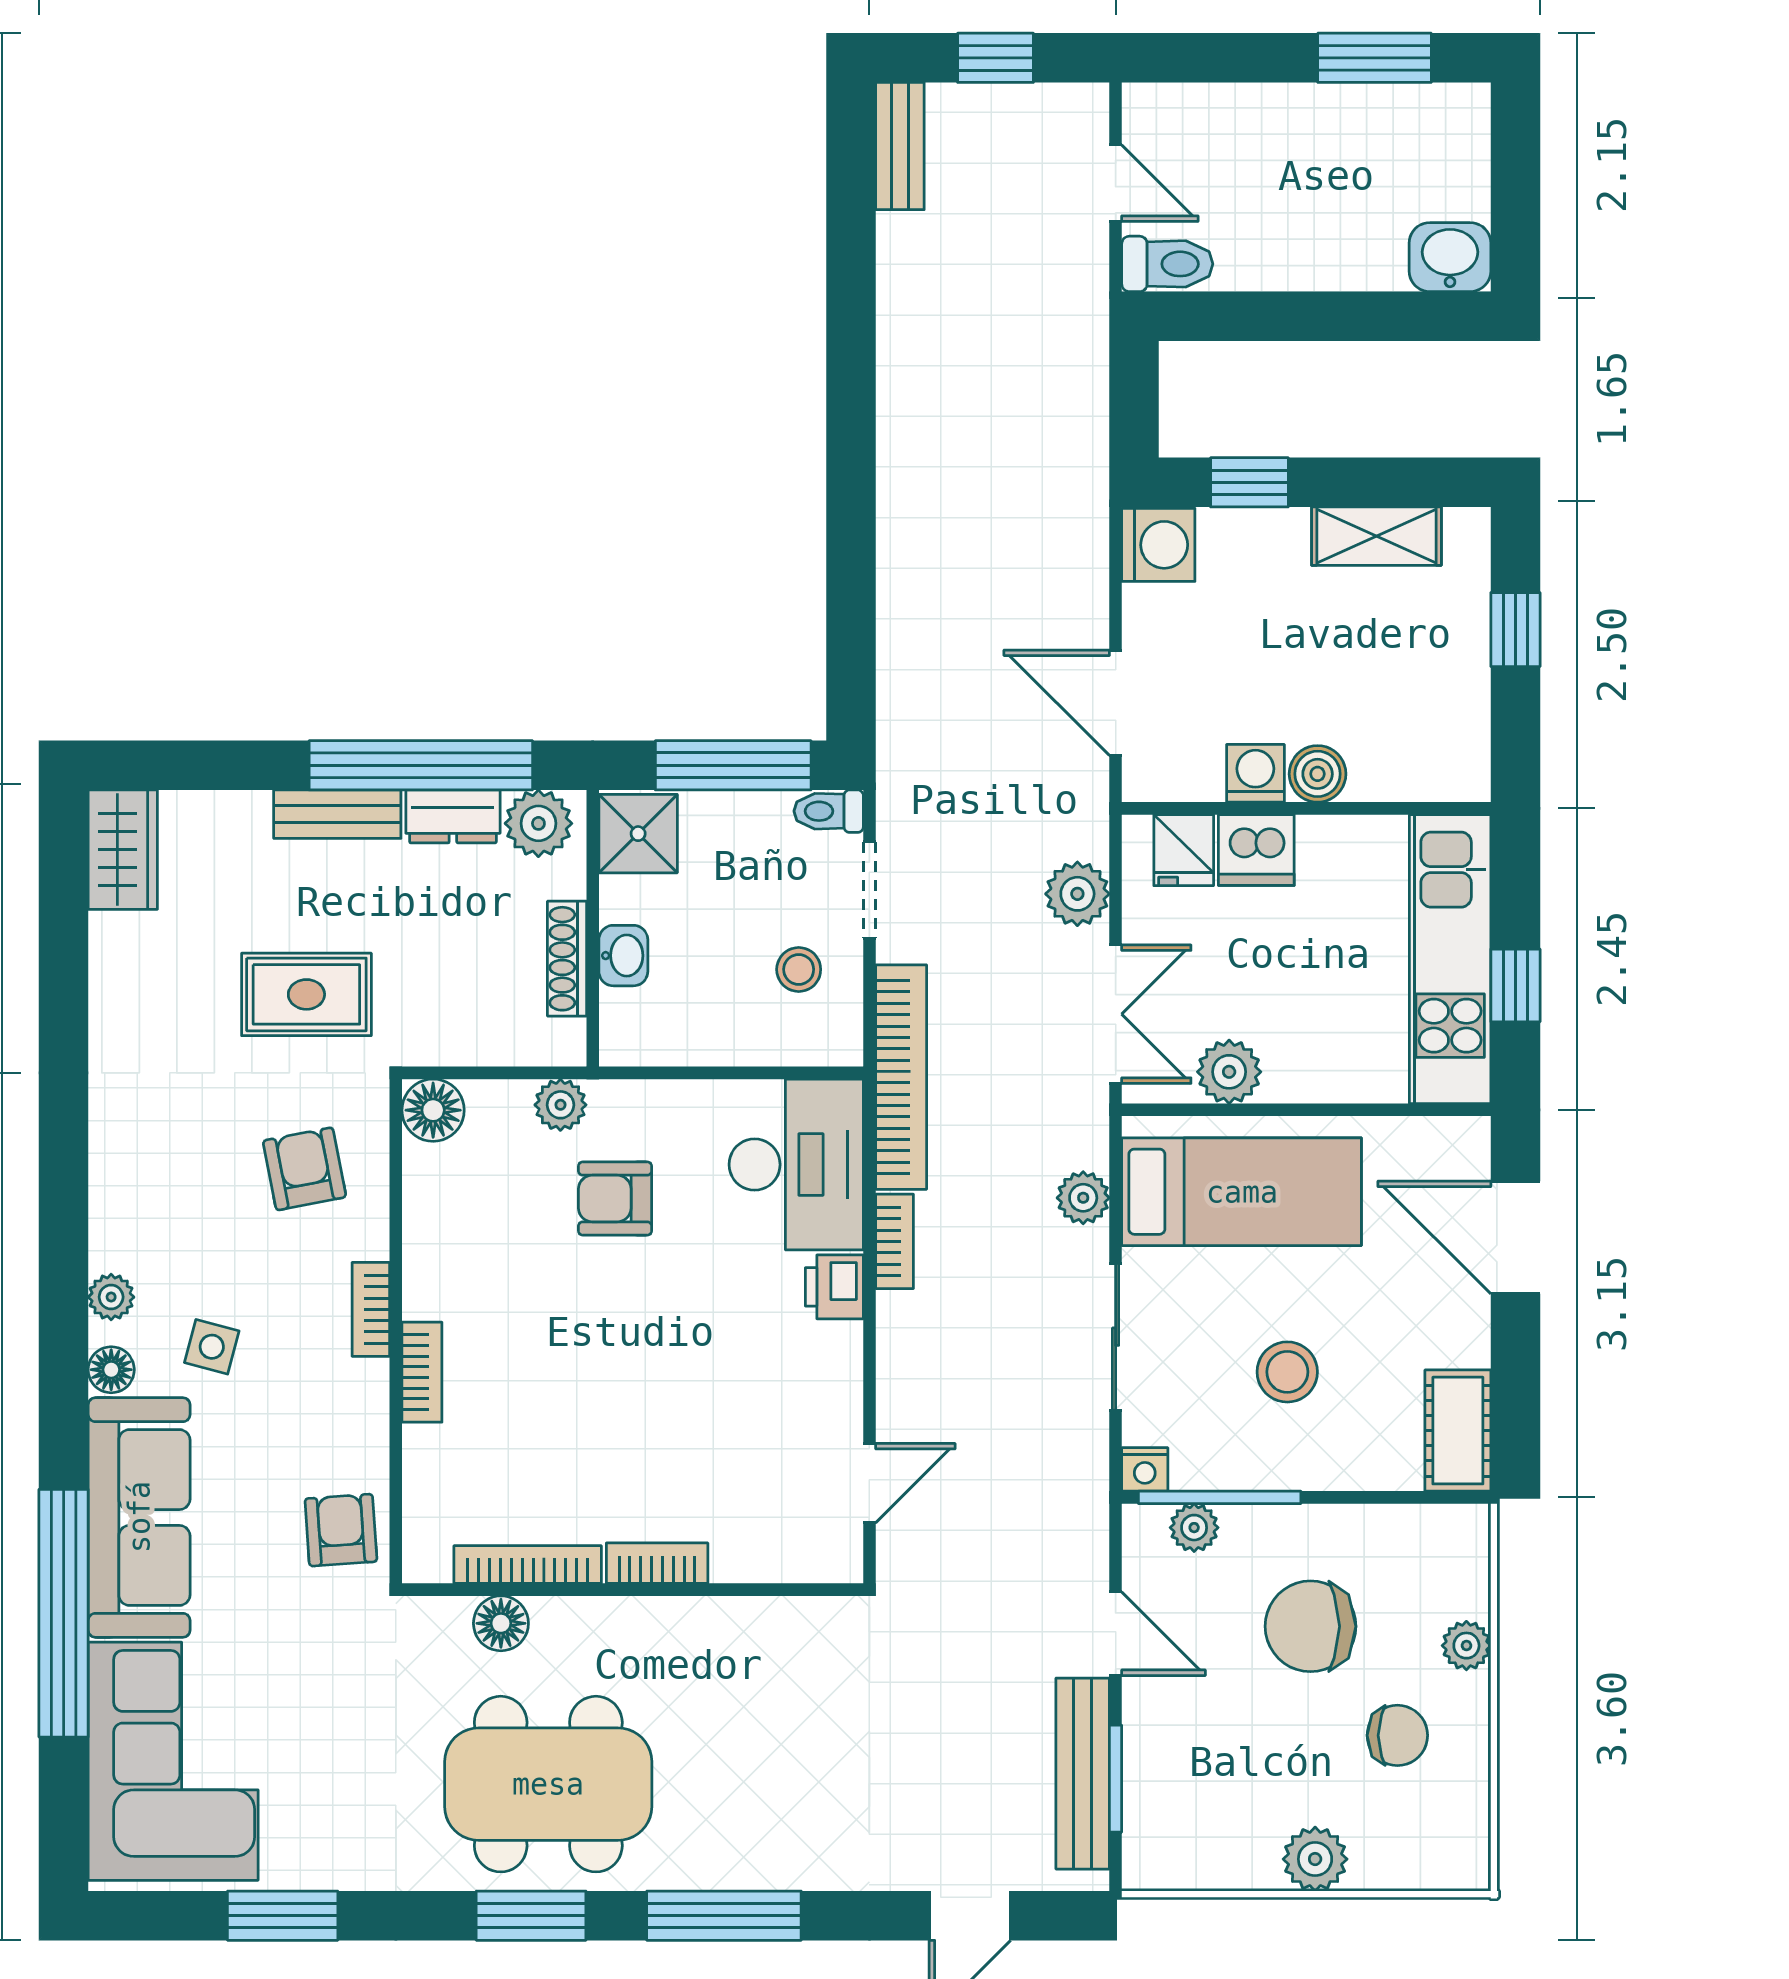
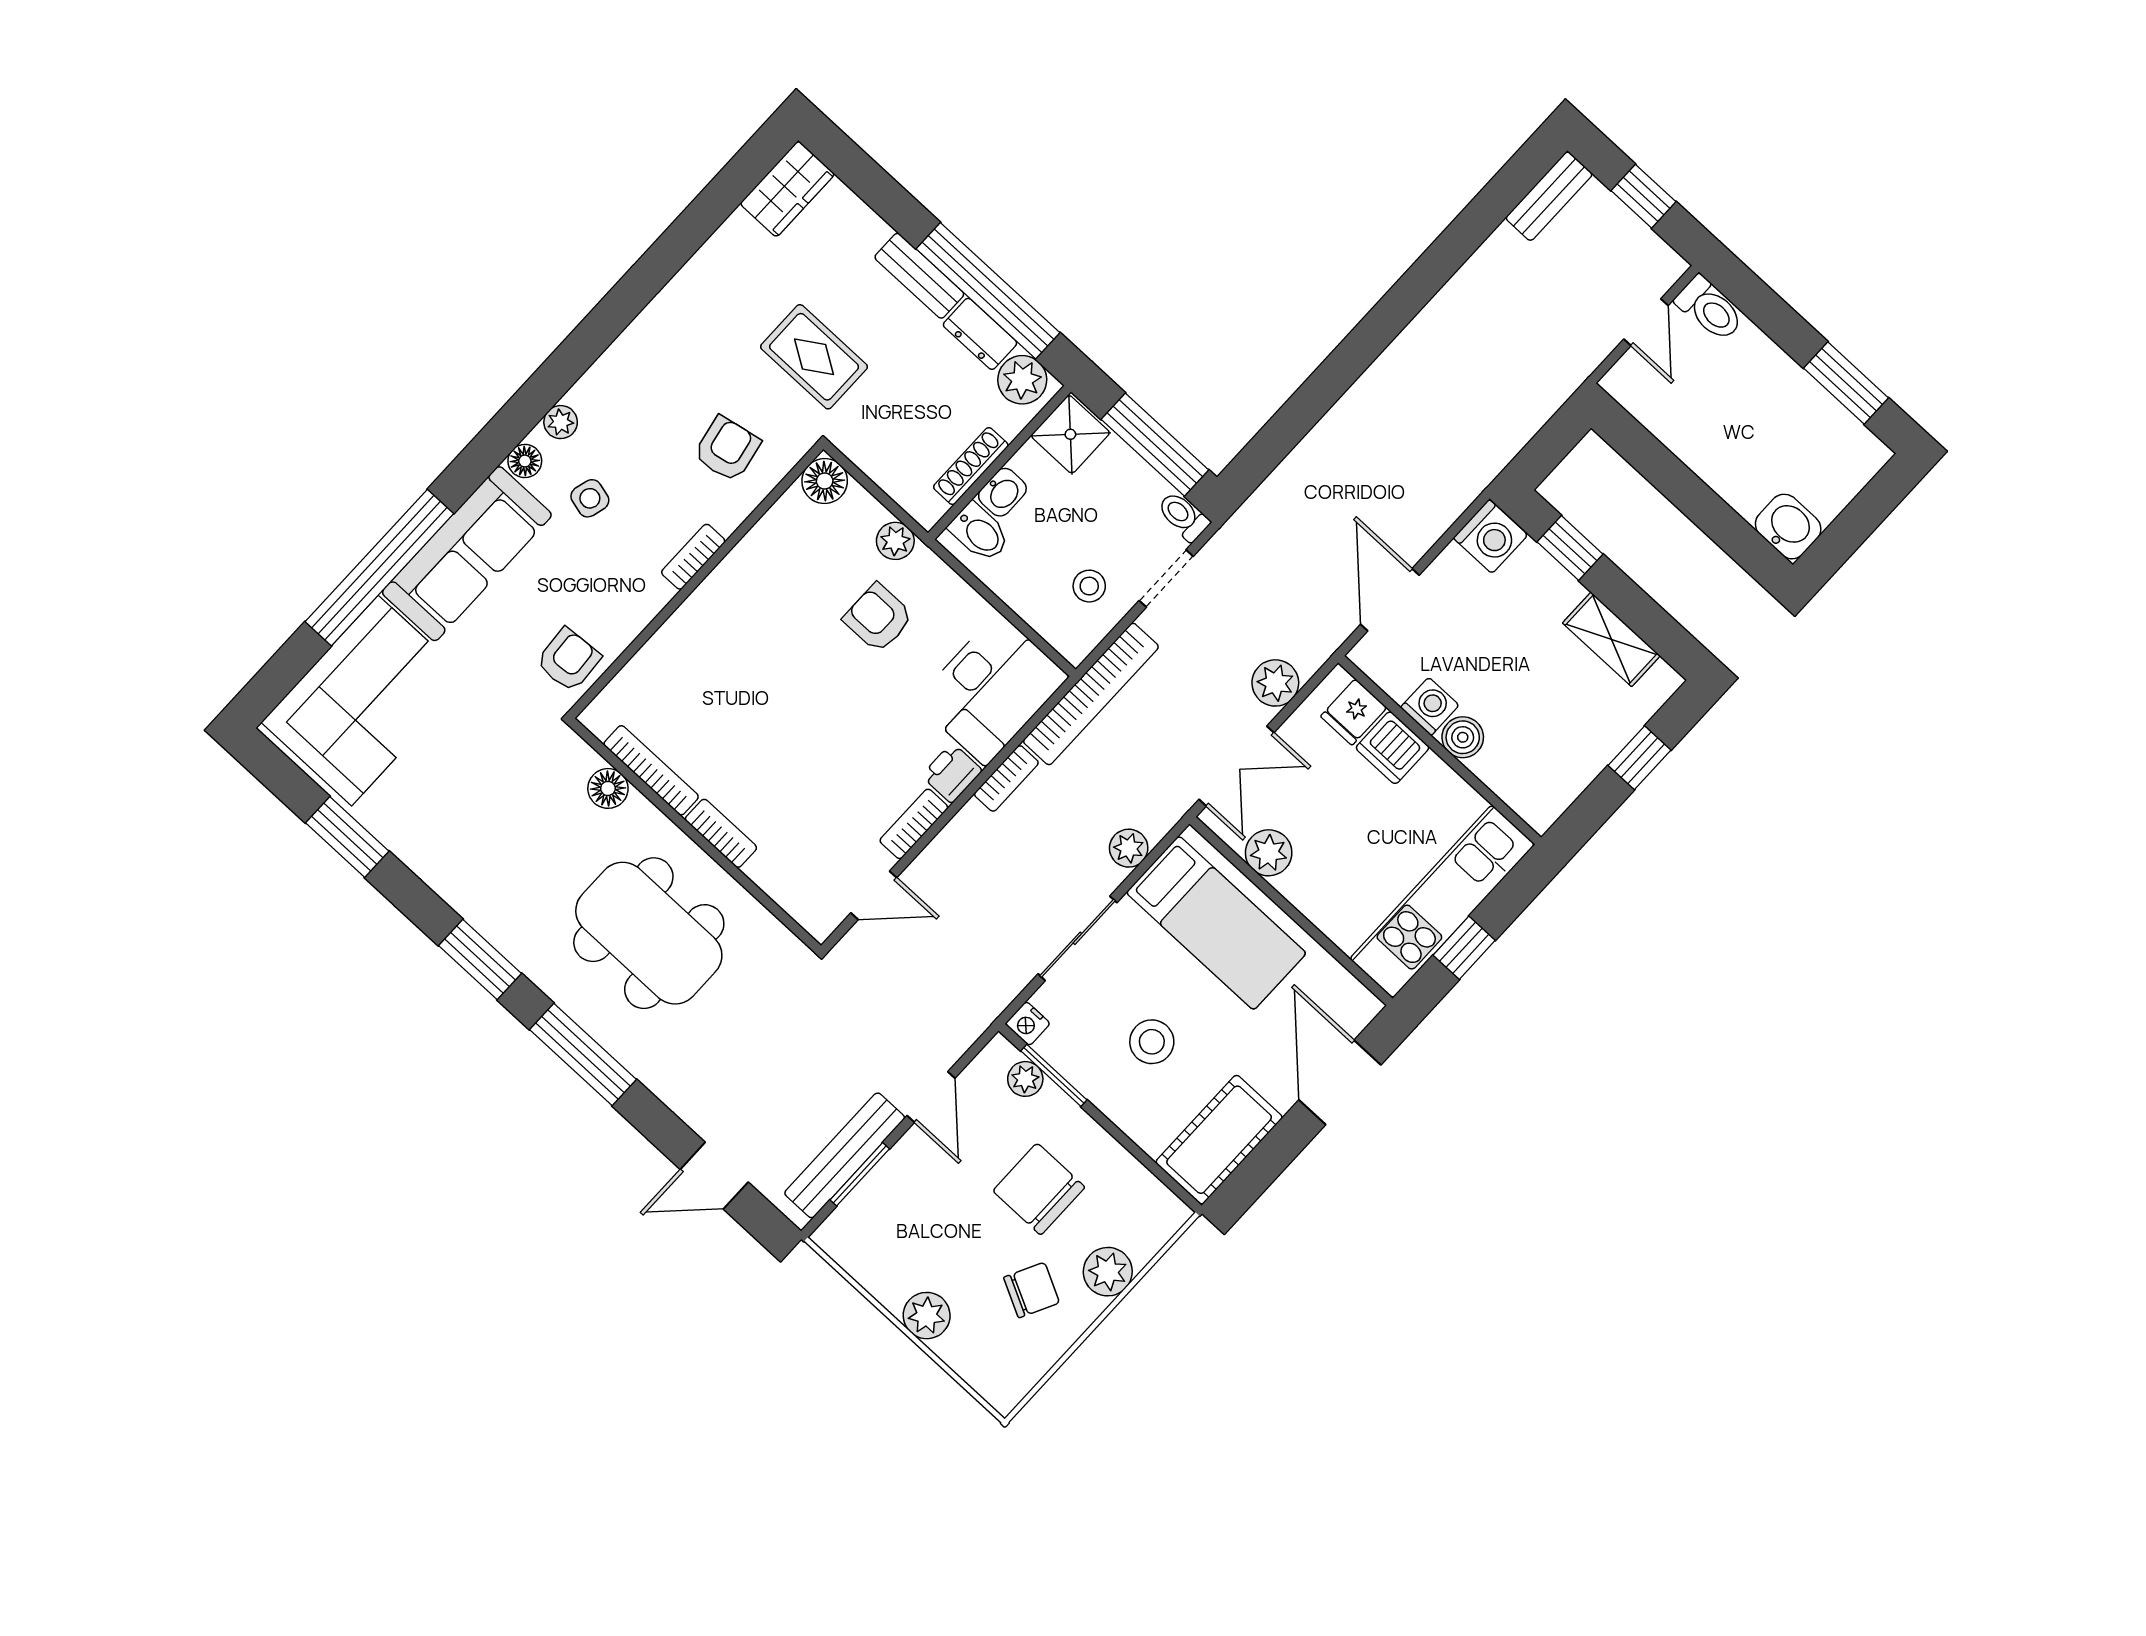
toilet: (1167, 264) -> (1710, 309), moved
bidet: (638, 1018) -> (979, 532), added
bookcase: (422, 1372) -> (914, 824), moved, turned 180
cot: (1458, 1431) -> (1219, 1140), width x1.37, depth x1.34
window: (1220, 1497) -> (1054, 1075), width x0.69
plant: (1466, 1646) -> (1108, 1272), width x1.38, depth x1.38
chair: (1397, 1735) -> (1031, 1290), turned -63
dining table: (548, 1784) -> (649, 933), moved

